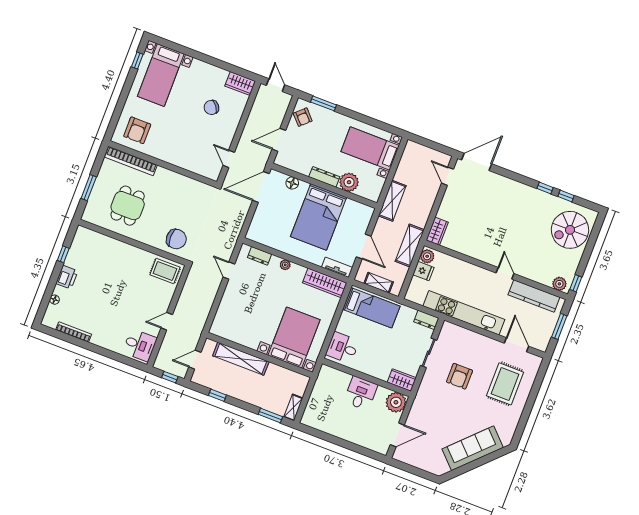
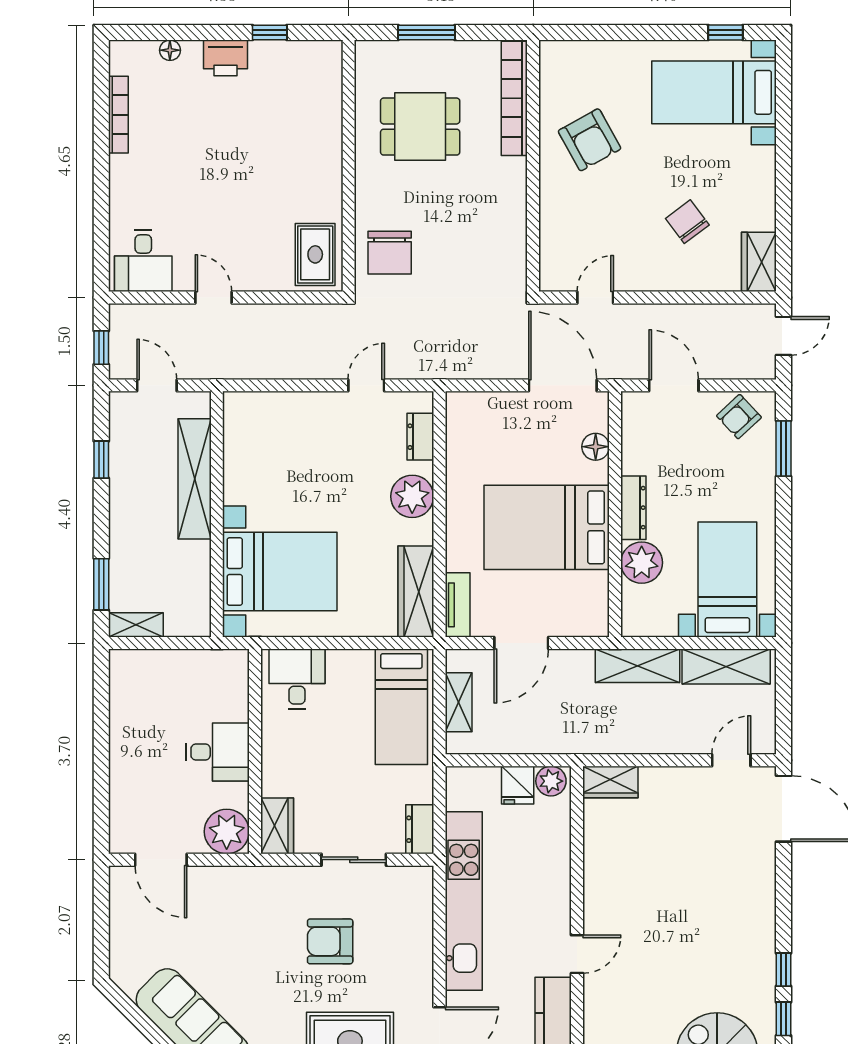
armchair: (137, 130) -> (590, 140), moved, turned -119
shelving: (410, 246) -> (726, 667), moved
plant: (285, 265) -> (412, 496), width x1.88, depth x1.88

